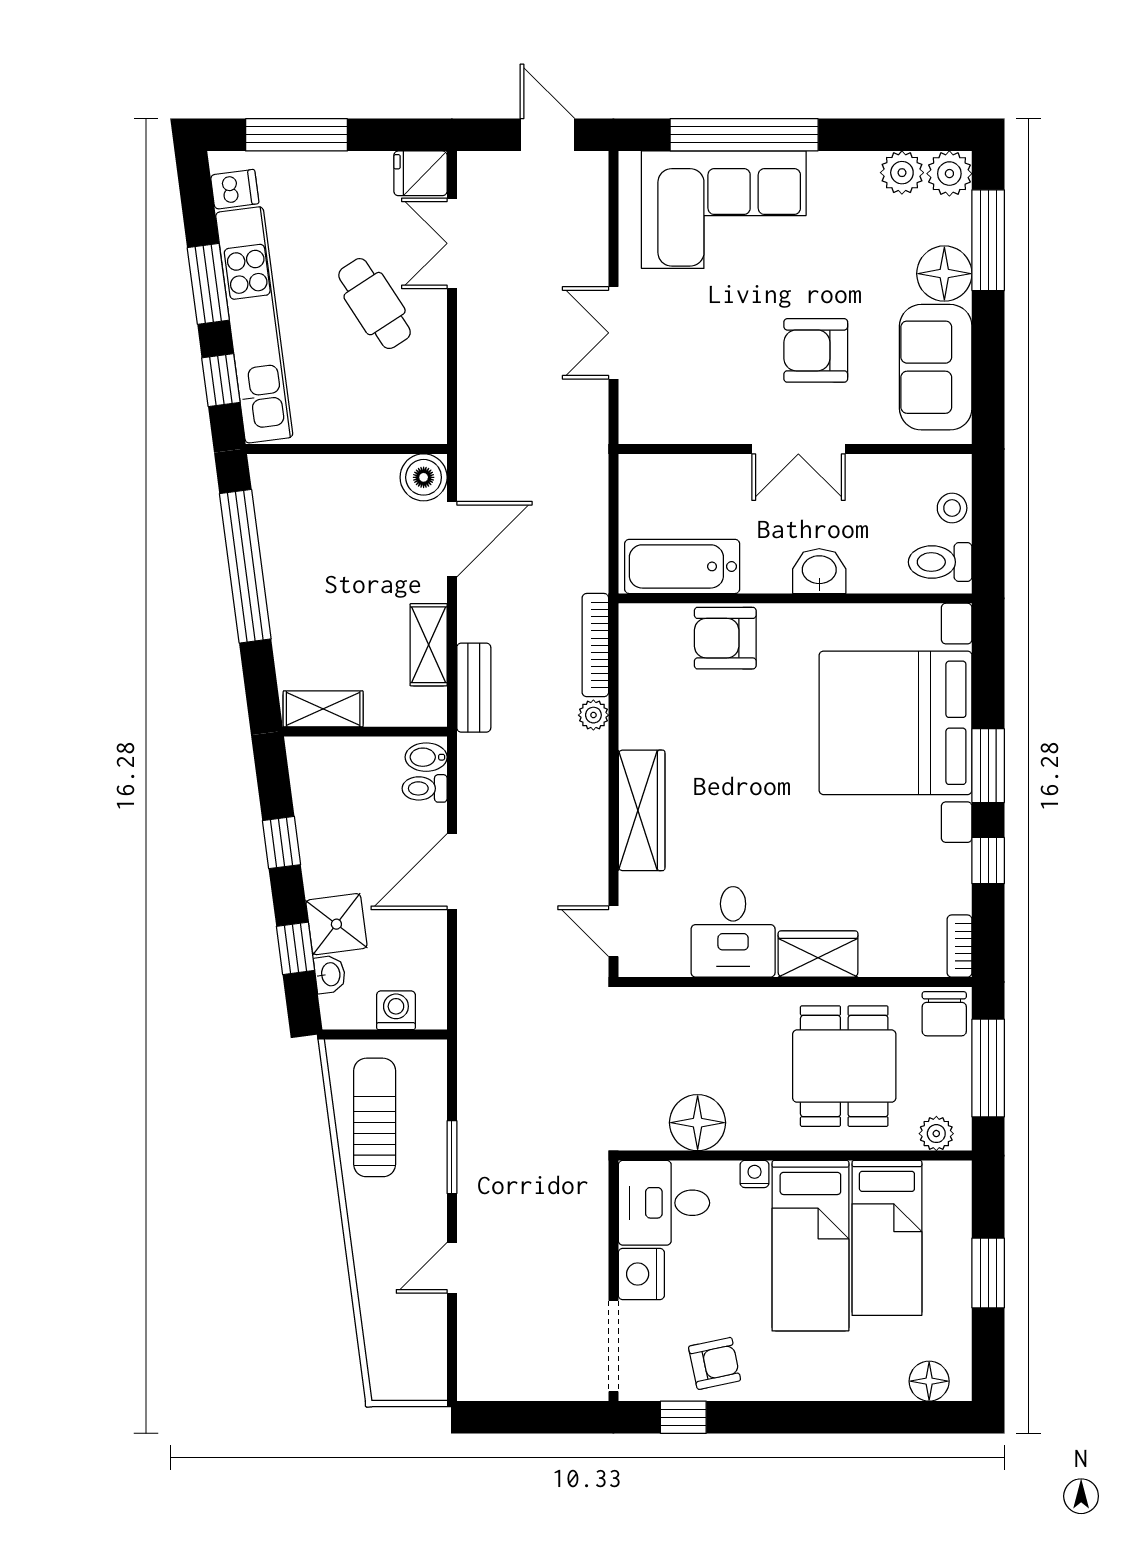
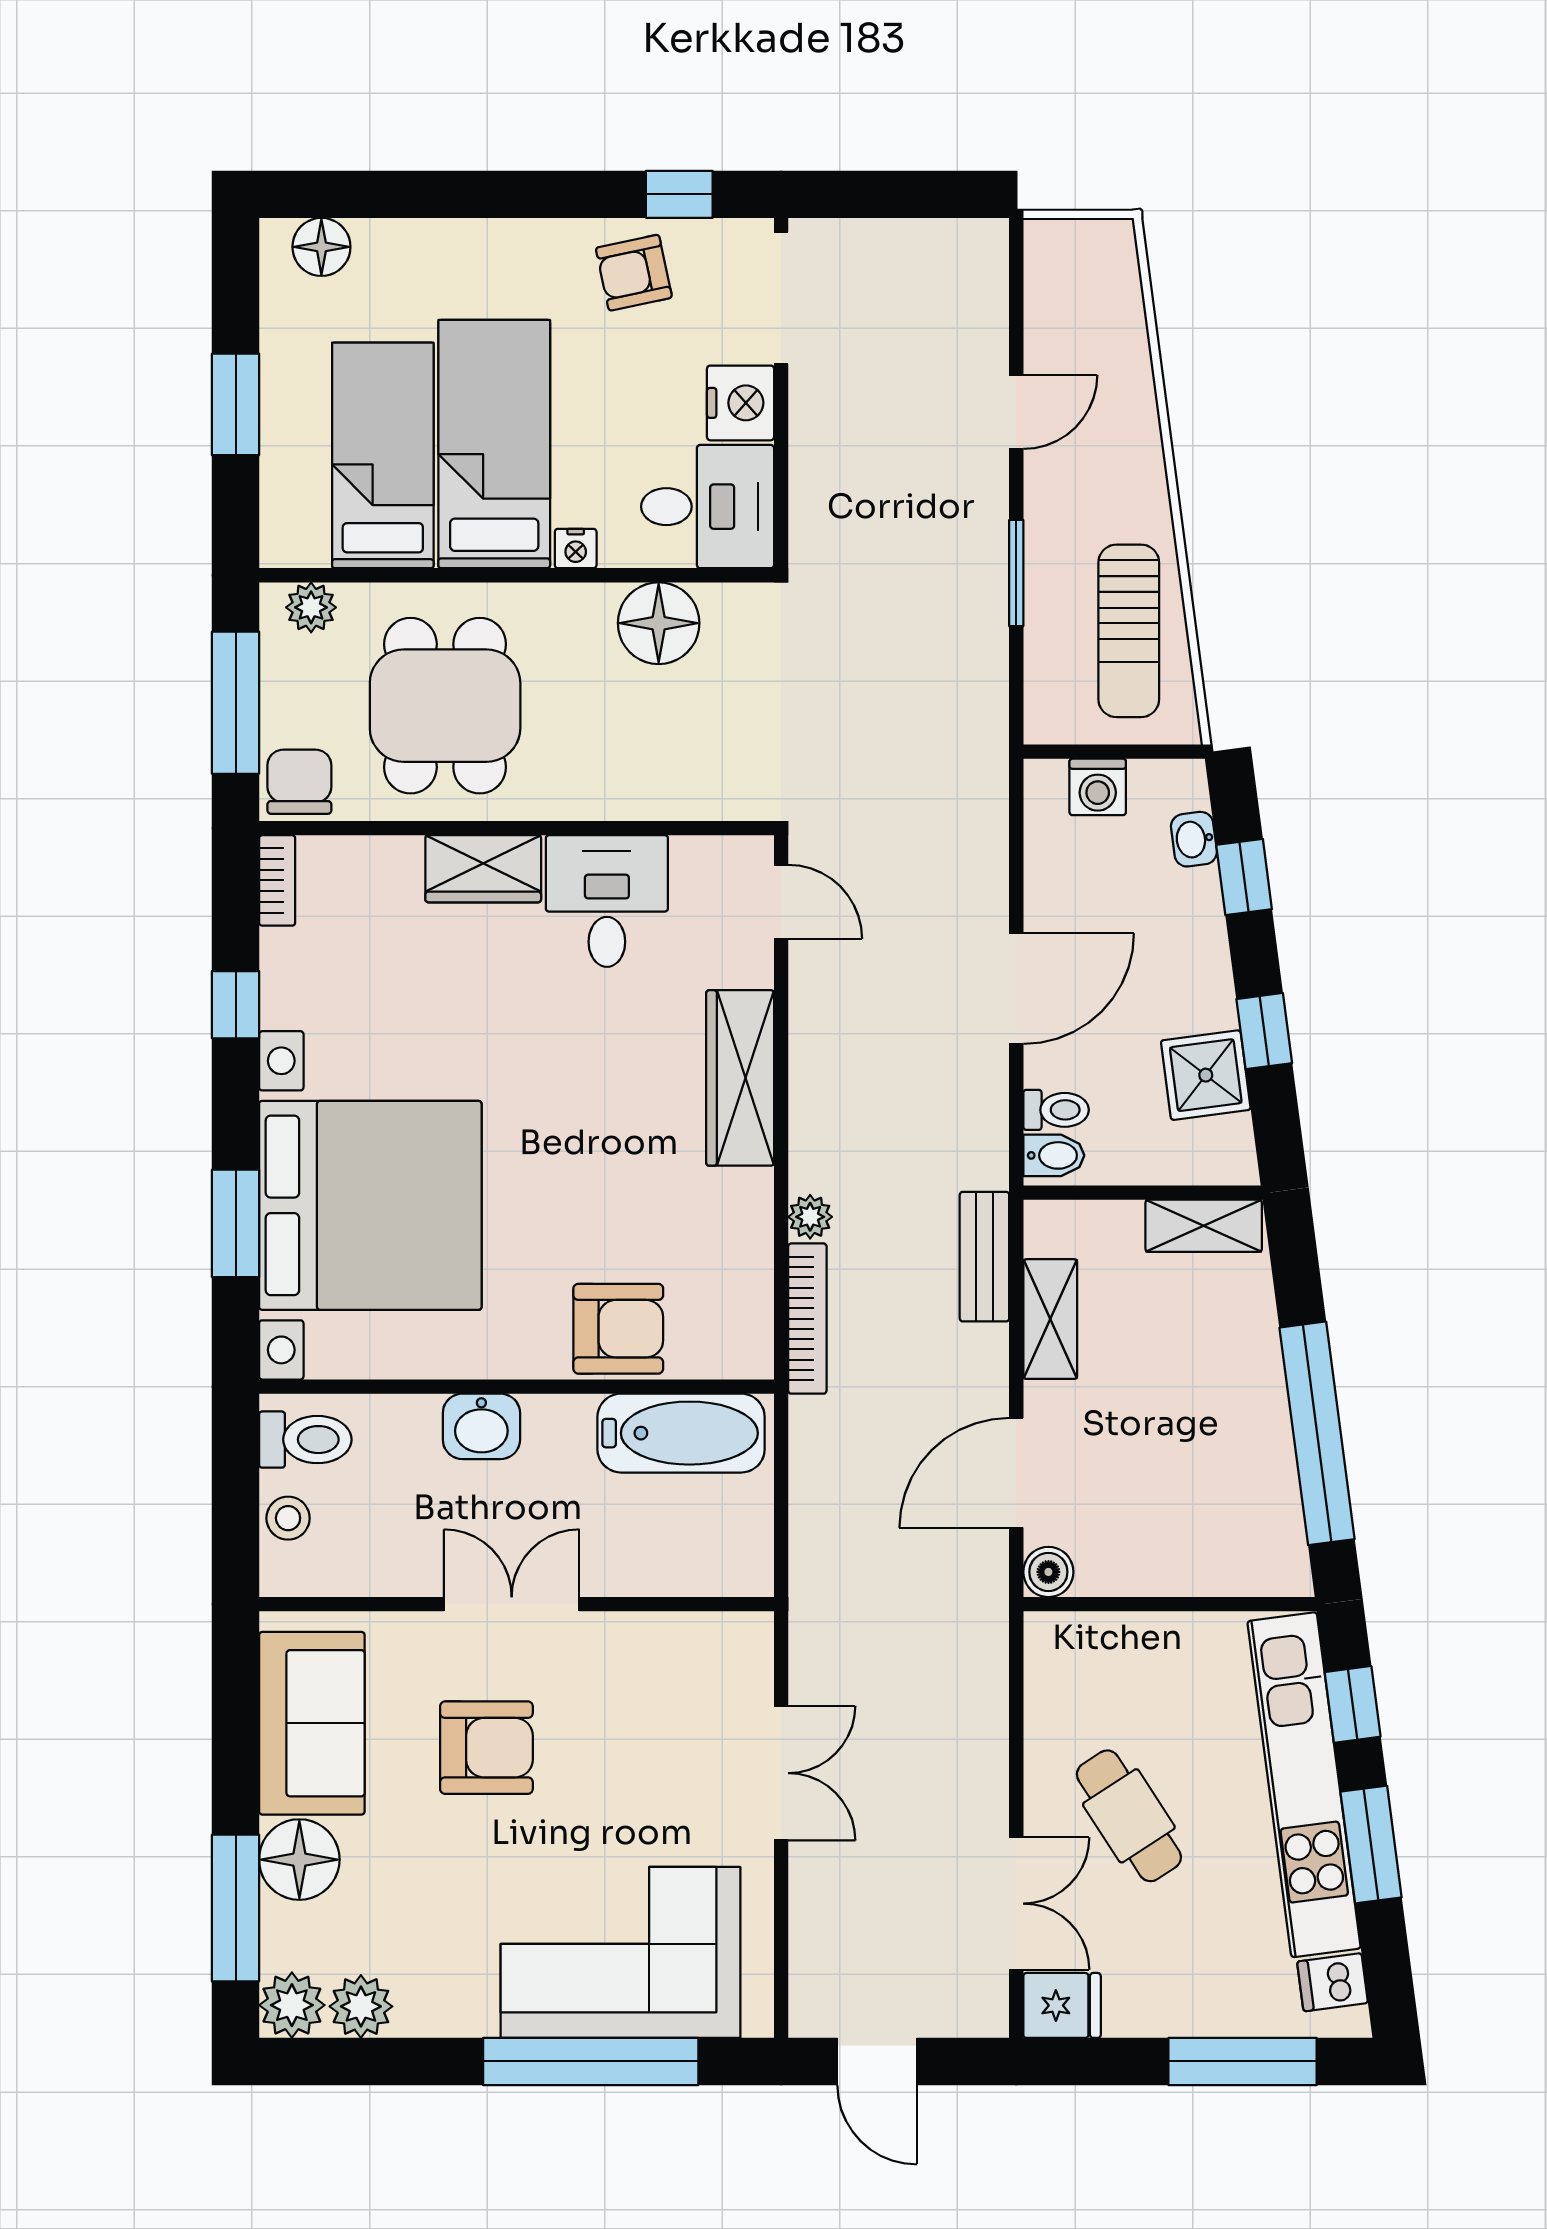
boiler: (424, 477) -> (1048, 1572), width x0.73, depth x0.73
window: (988, 766) -> (236, 1223), moved
shower: (336, 924) -> (1206, 1075), moved

